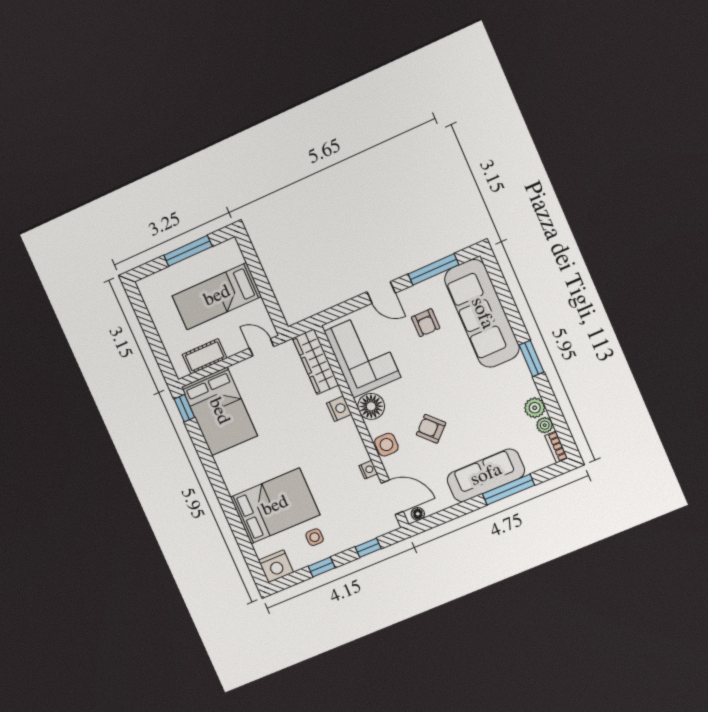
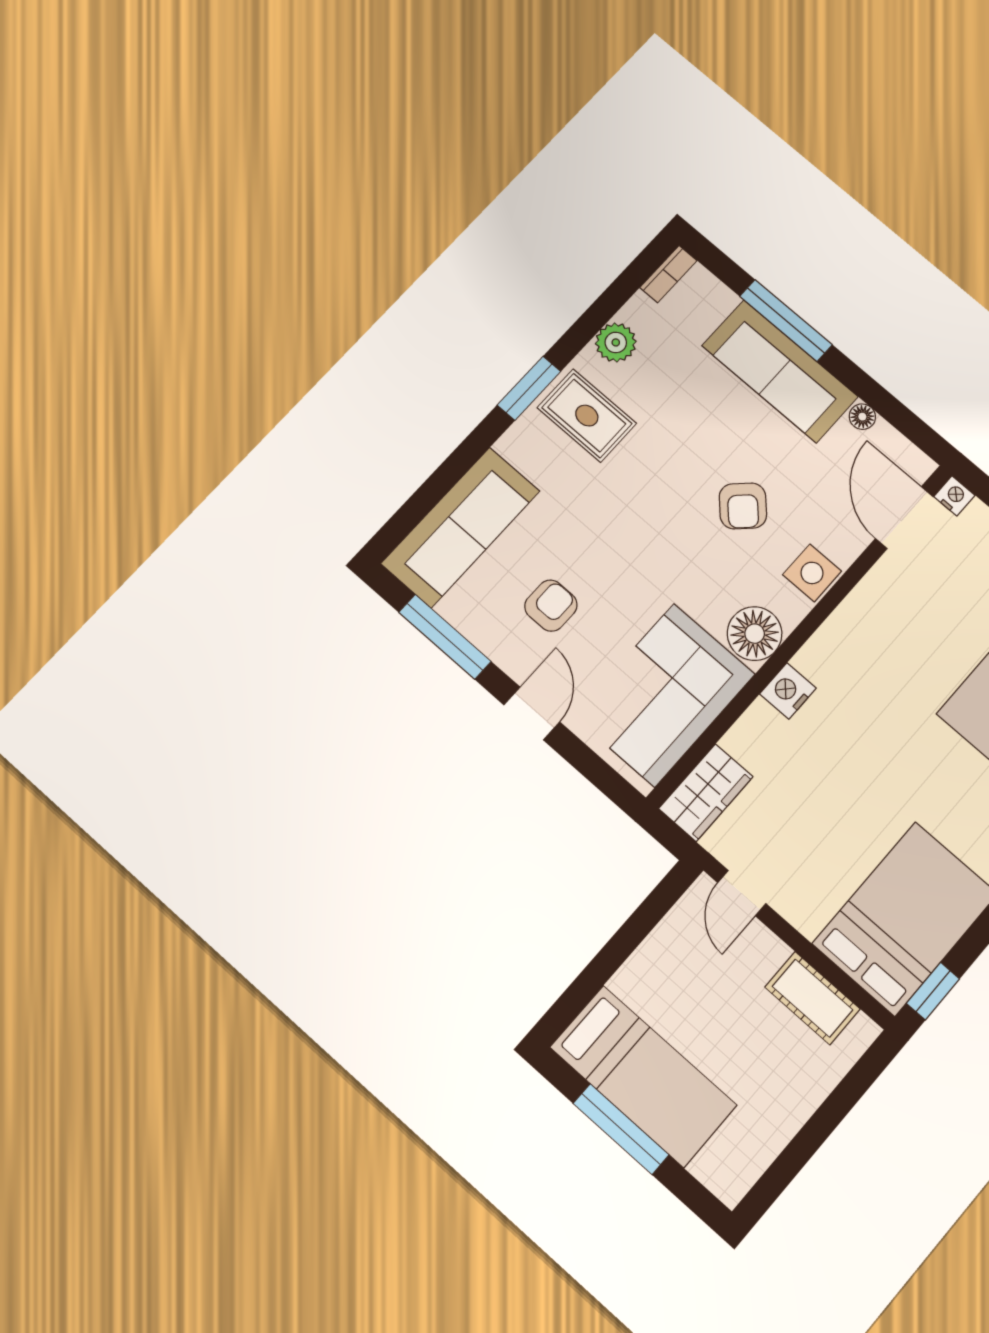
bed: (217, 296) -> (643, 1076), moved
sofa: (482, 313) -> (461, 527), width x0.74, depth x0.79
wardrobe: (316, 362) -> (706, 793), width x0.67
rug: (506, 379) -> (587, 416), added
plant: (545, 425) -> (639, 311), removed
nightstand: (368, 470) -> (954, 496), moved, turned 90
floor lamp: (418, 514) -> (862, 417), moved

